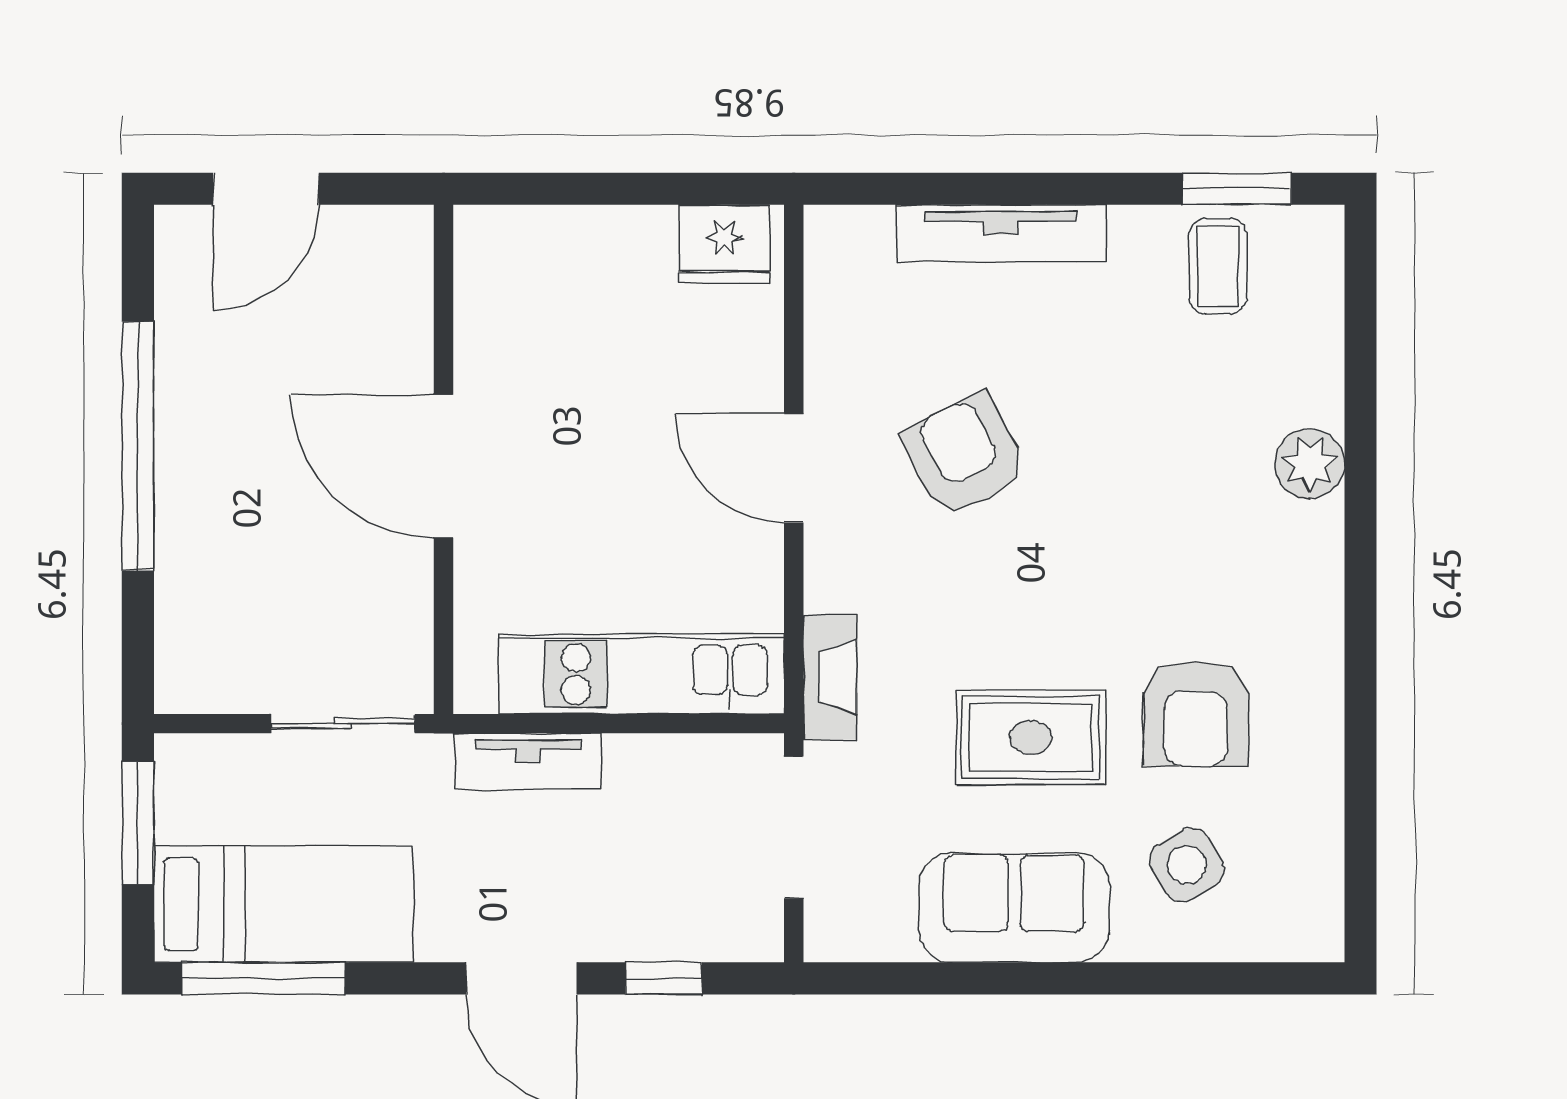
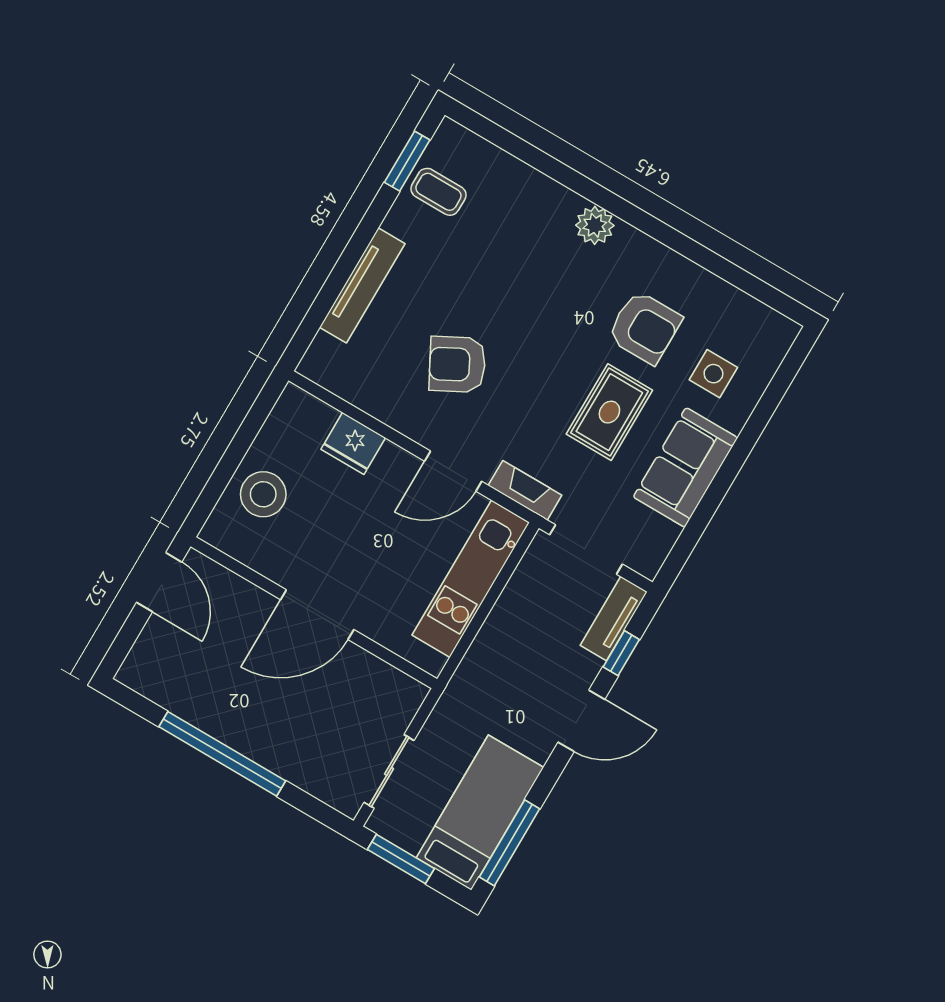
door: (266, 189) -> (159, 582), moved
fridge: (724, 244) -> (353, 443), moved, turned 90
stool: (582, 271) -> (263, 494), added
plant: (1310, 464) -> (595, 225), moved
door: (794, 468) -> (453, 471), moved
sliding door: (343, 724) -> (389, 771), moved
tv unit: (528, 761) -> (614, 619), moved, turned 180
side table: (1187, 865) -> (713, 374), turned 31

